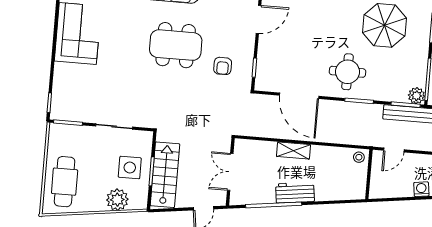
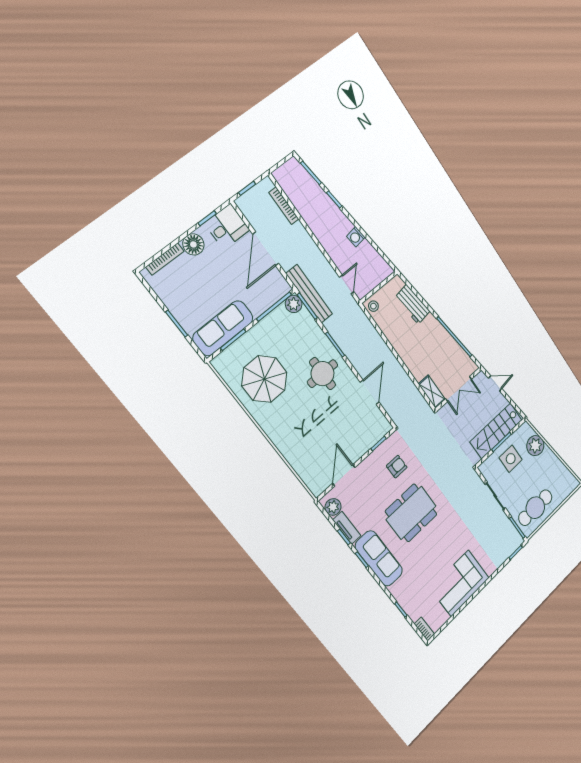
door: (258, 19) -> (344, 475), hinge flipped
dining table: (176, 45) -> (411, 513), turned 90
door: (299, 96) -> (370, 392), width x0.73
door: (394, 150) -> (347, 284), hinge flipped
shelving: (293, 151) -> (432, 392), moved
cafe table: (65, 182) -> (535, 508), moved
workbench: (295, 193) -> (412, 304), moved

